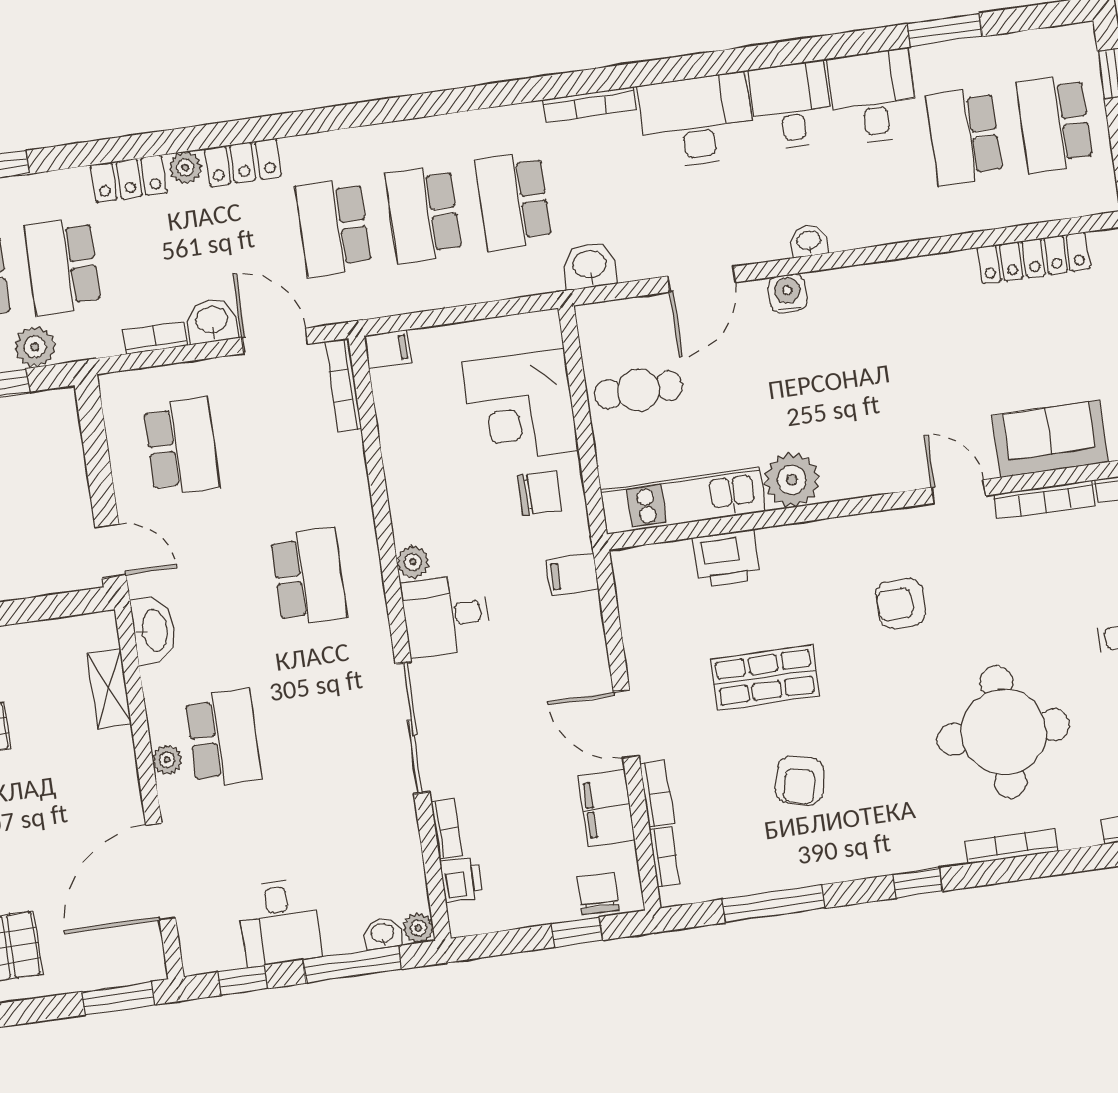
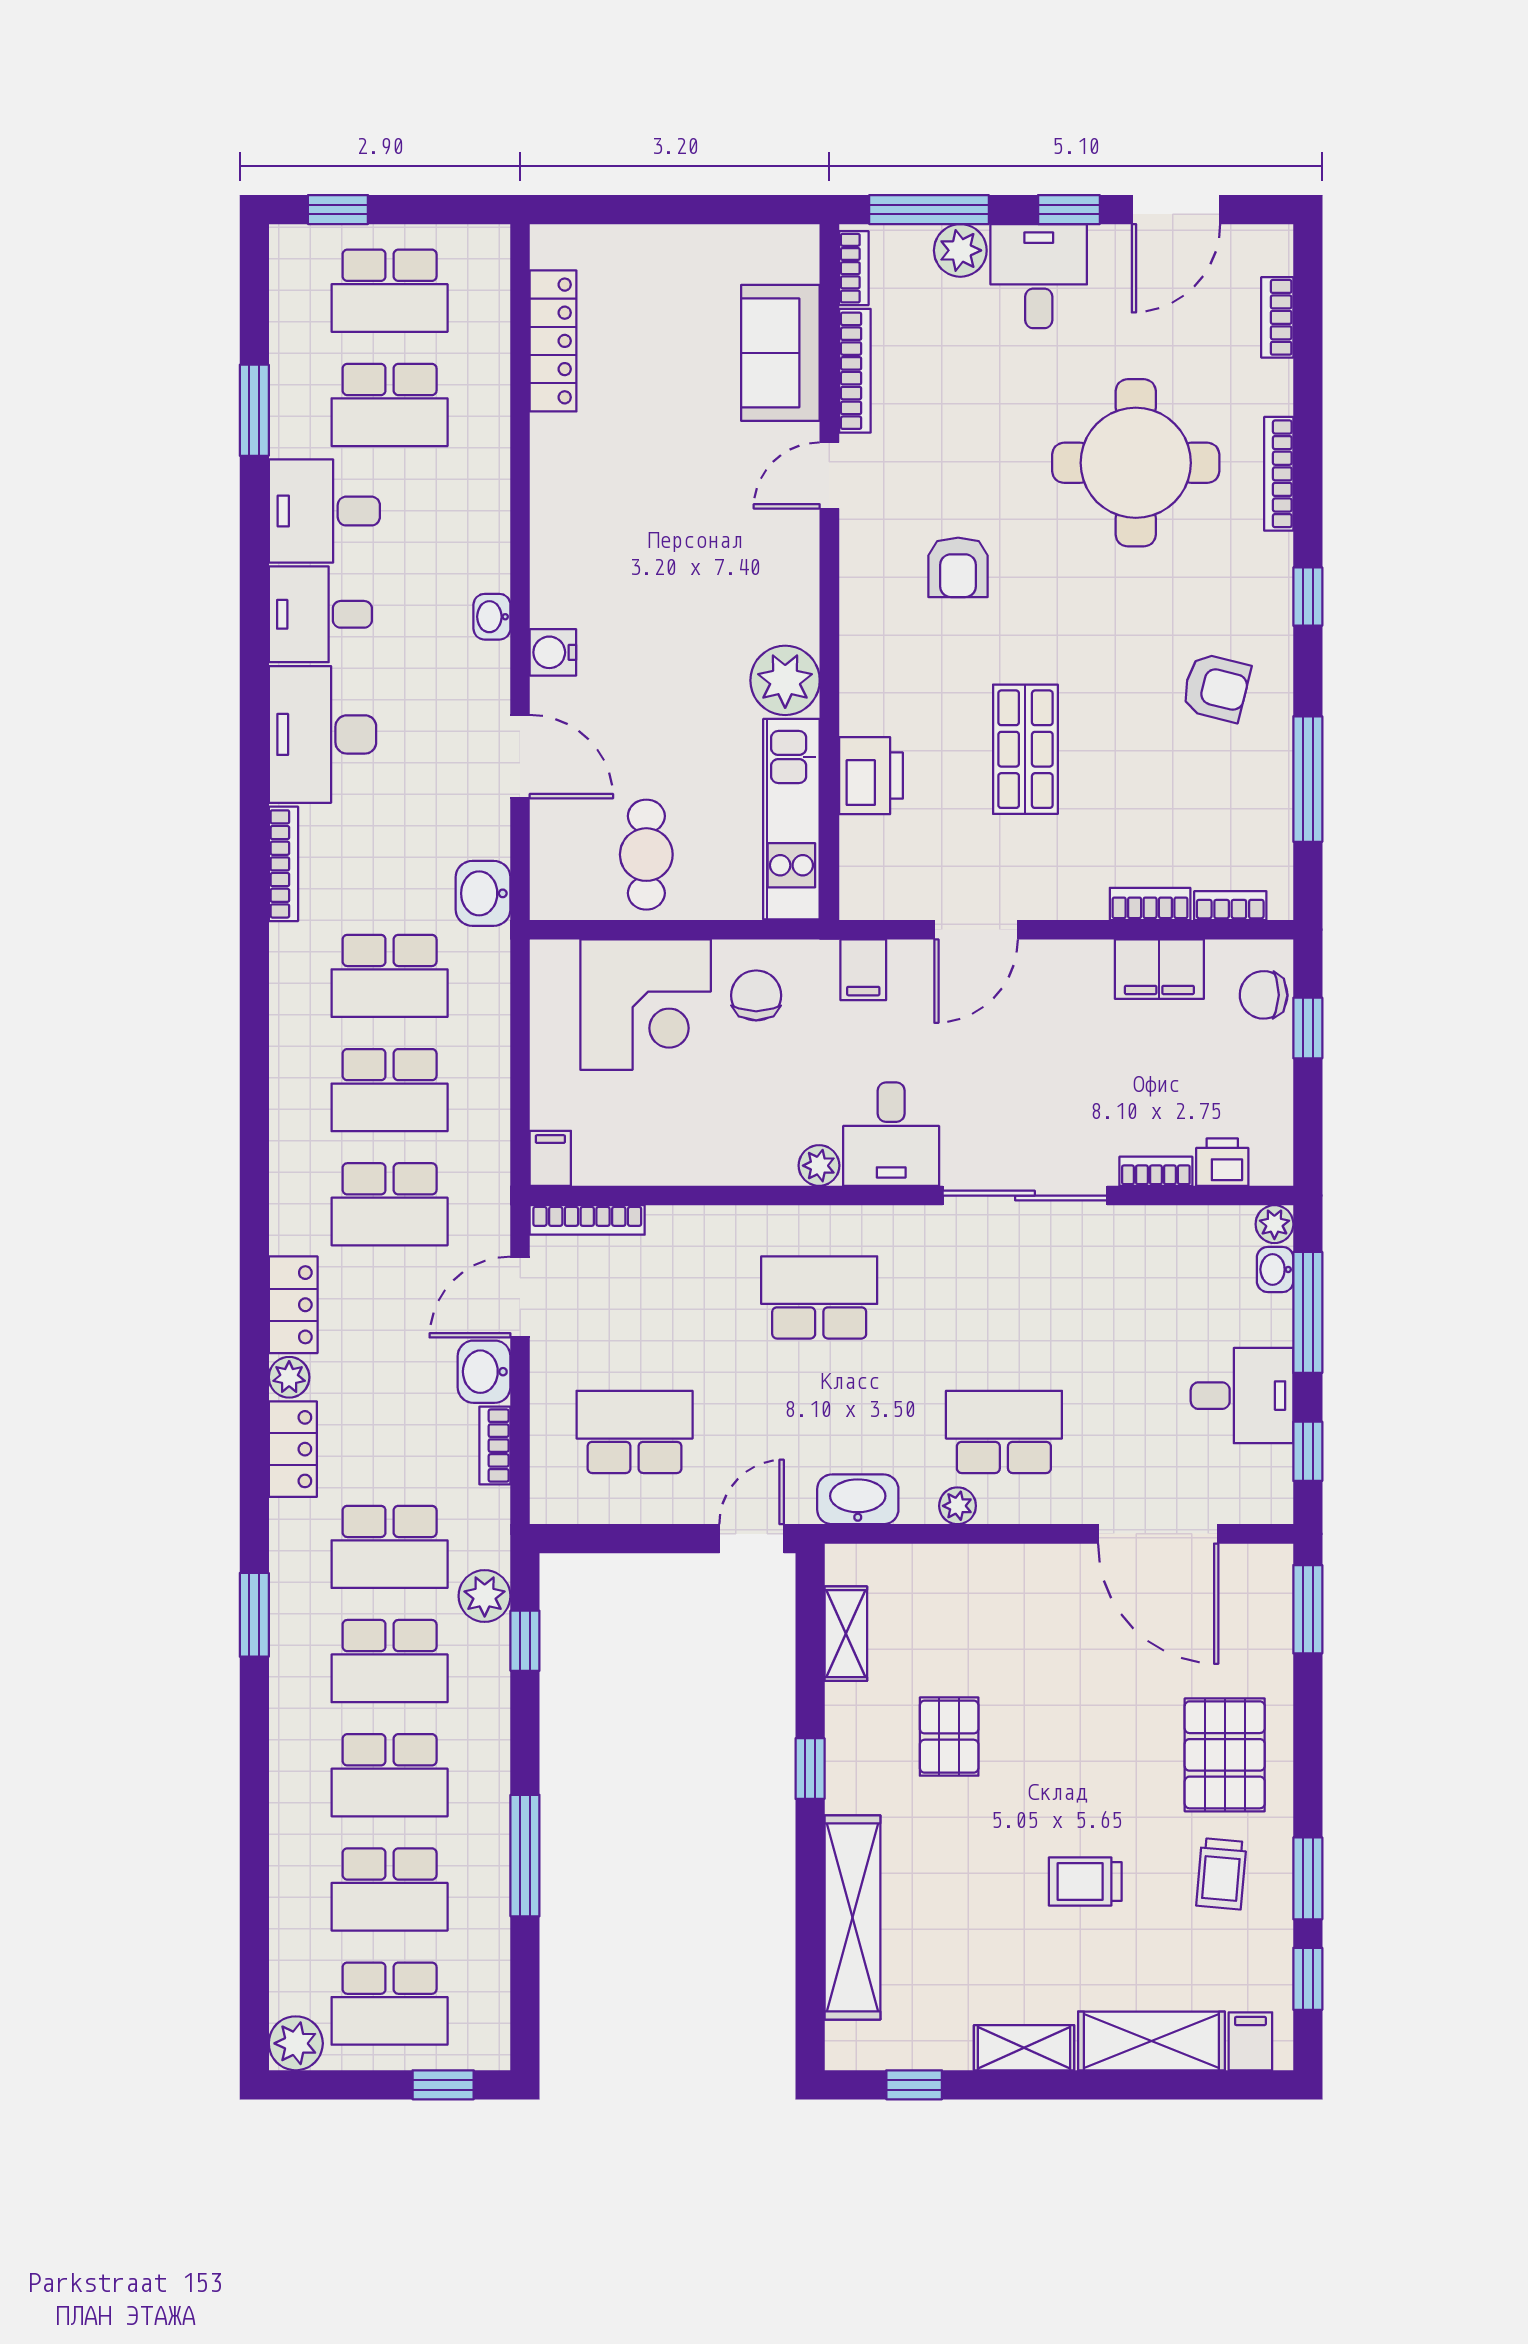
shelving: (109, 688) -> (846, 1634), moved, turned 90
door: (626, 724) -> (976, 930), moved
plant: (167, 760) -> (958, 1506), moved
armchair: (800, 781) -> (1216, 688), moved

